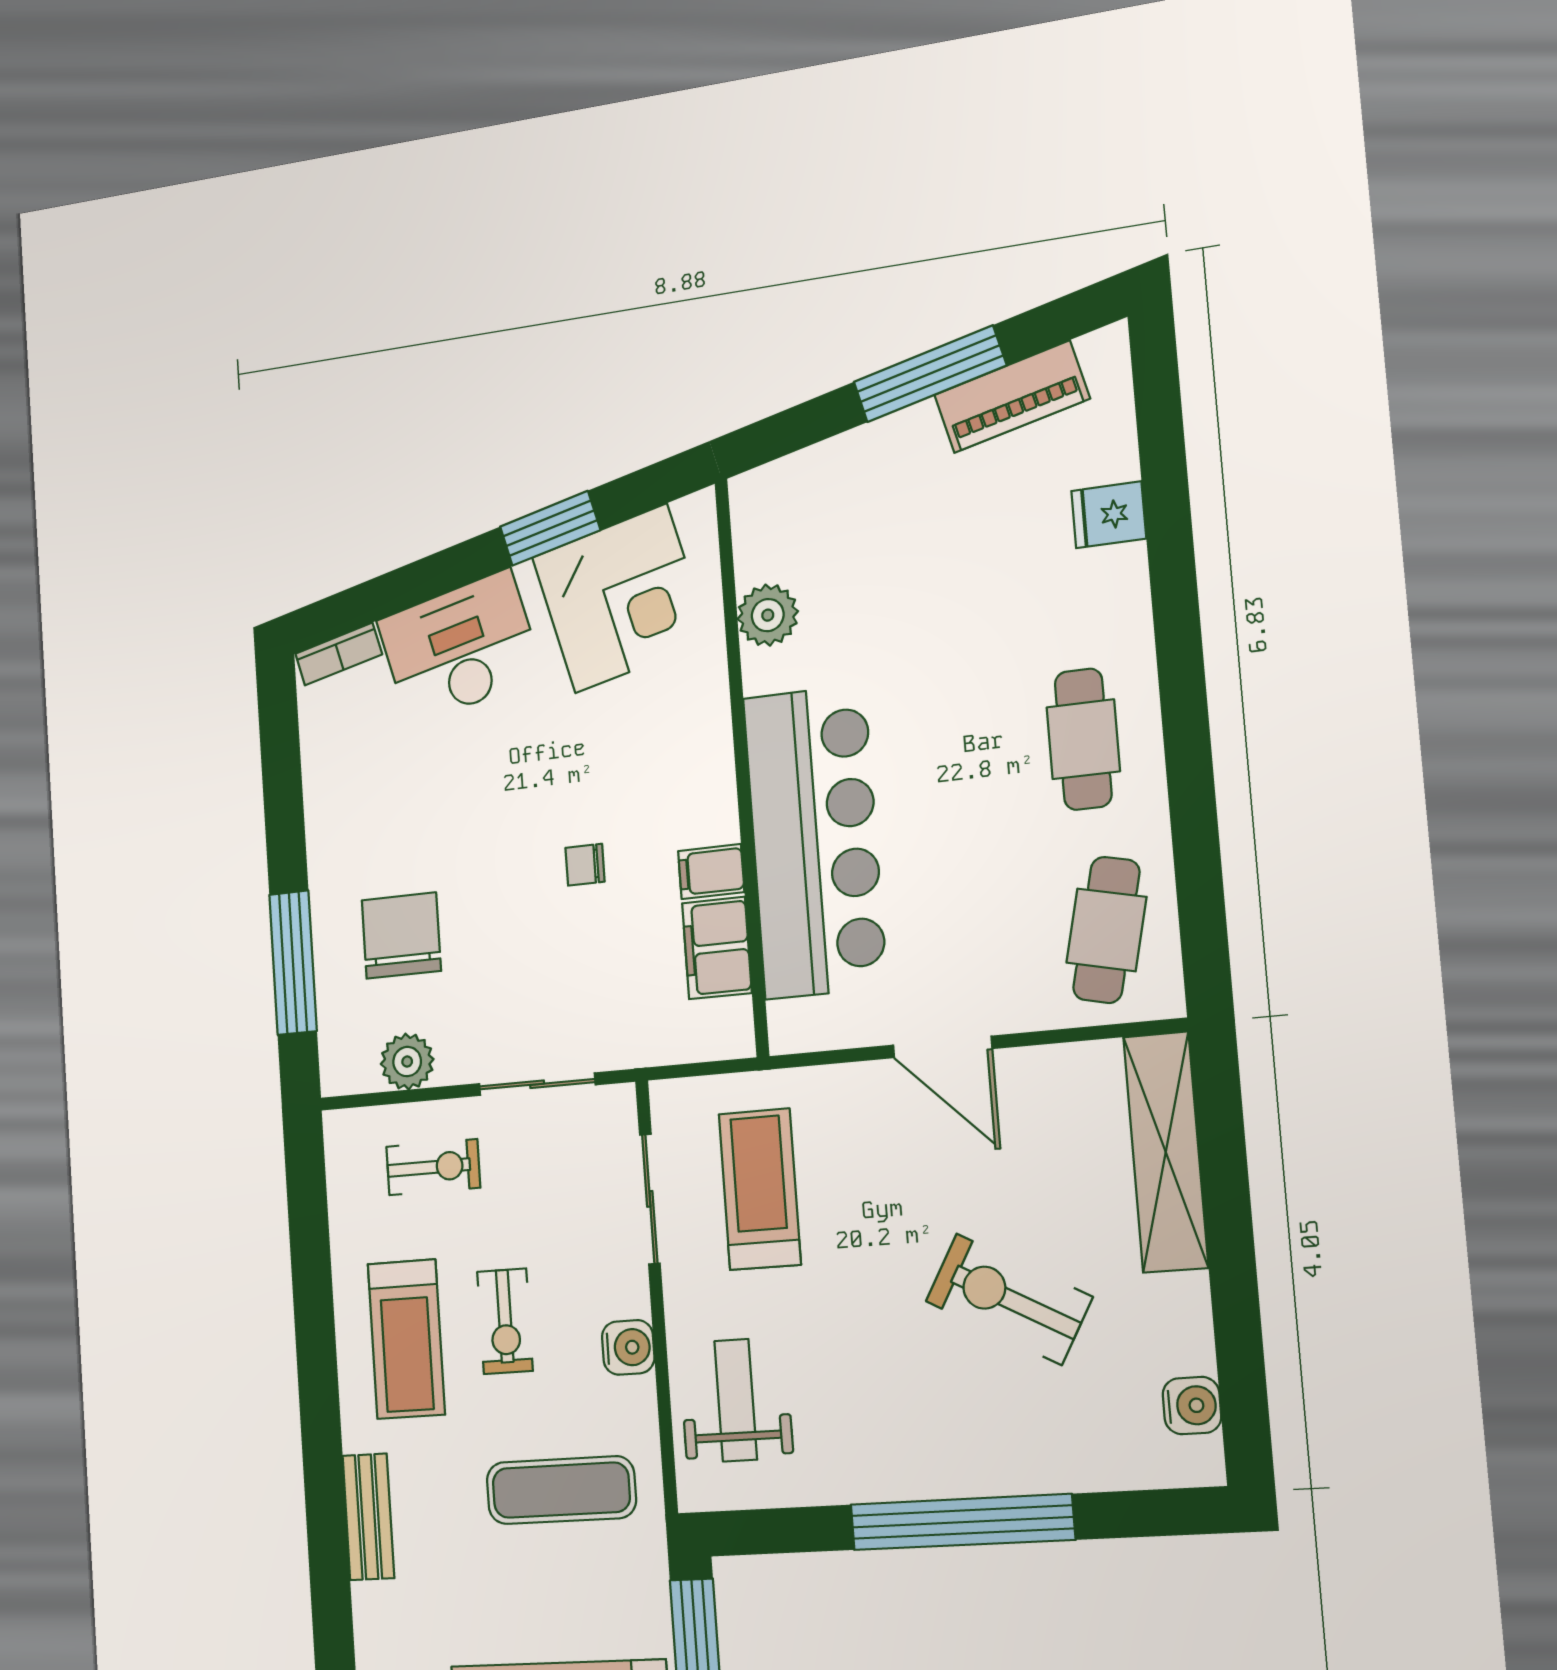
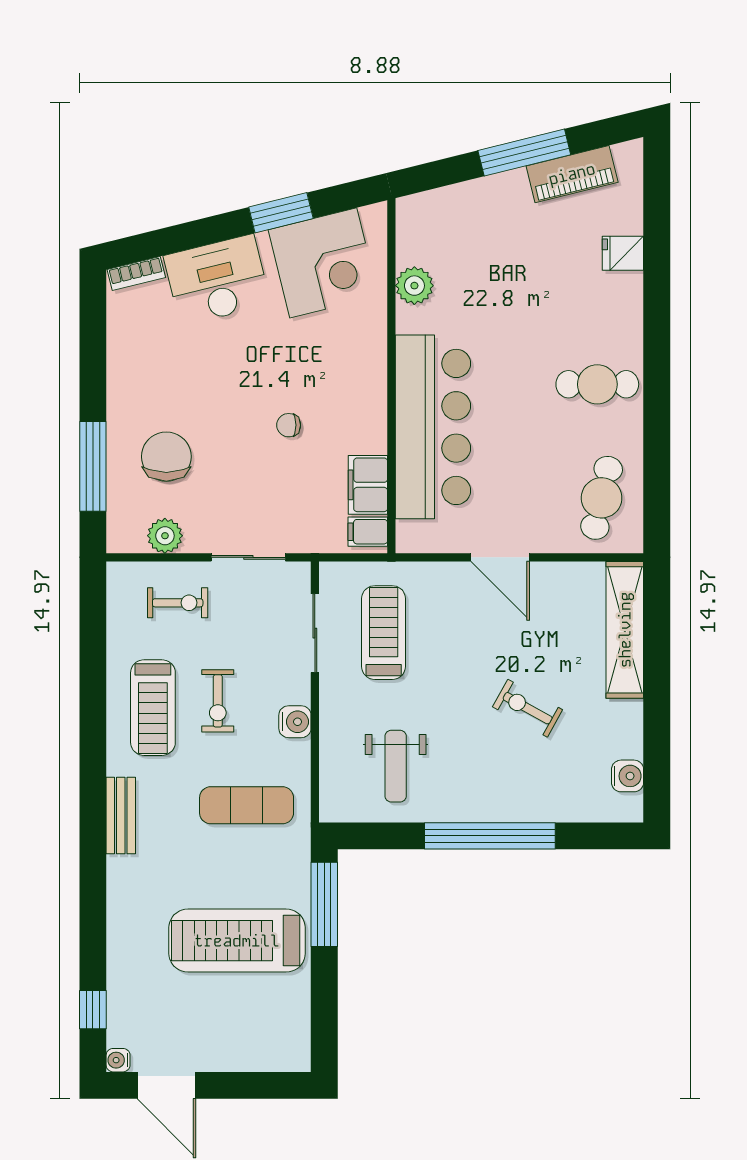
cafe table: (1083, 739) -> (597, 384), turned 90
filing cabinet: (711, 872) -> (368, 532), moved
exercise bike: (1009, 1299) -> (528, 708), width x0.73, depth x0.72
weight bench: (736, 1400) -> (396, 766), moved, turned 180

